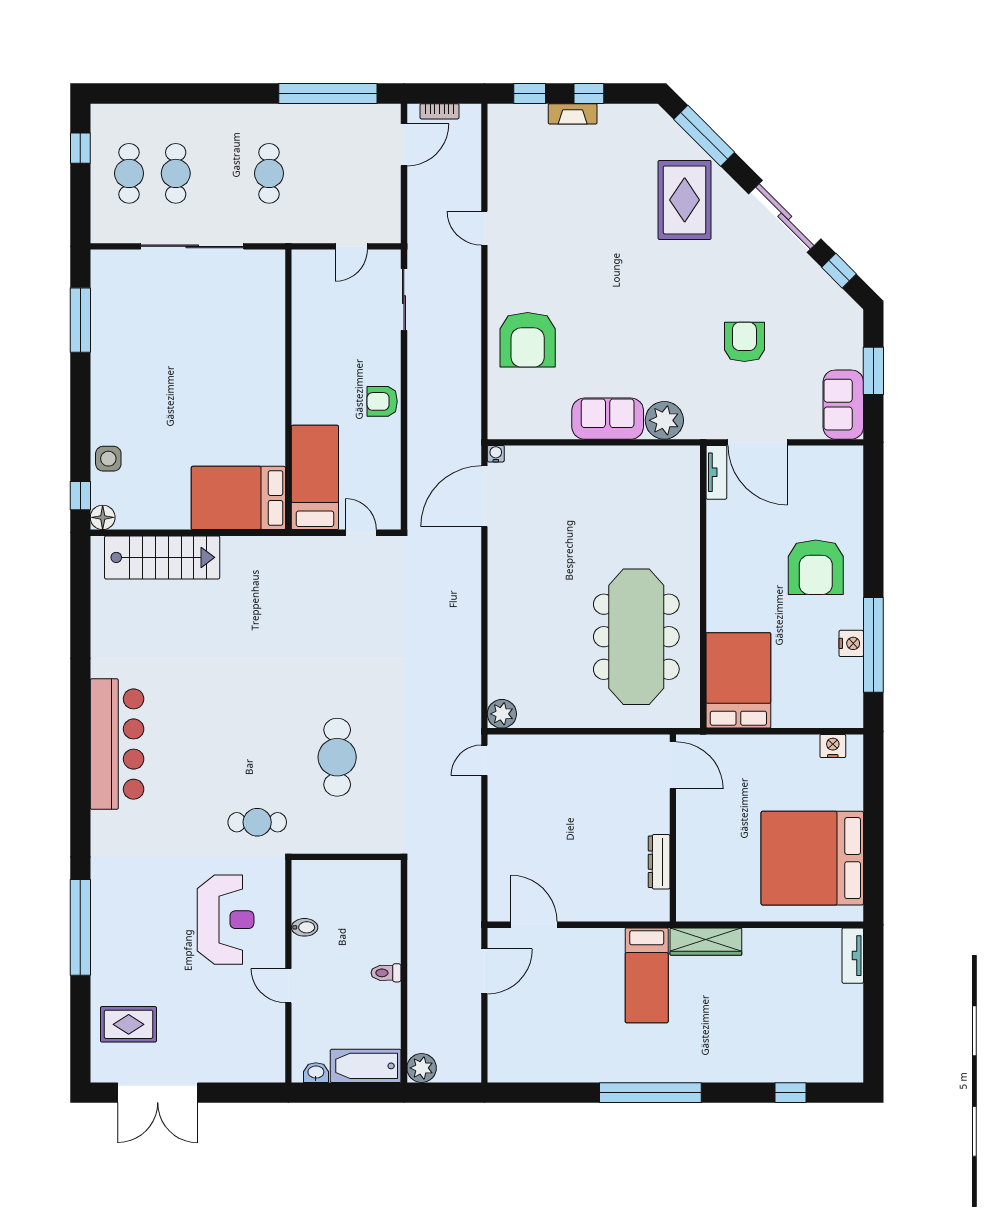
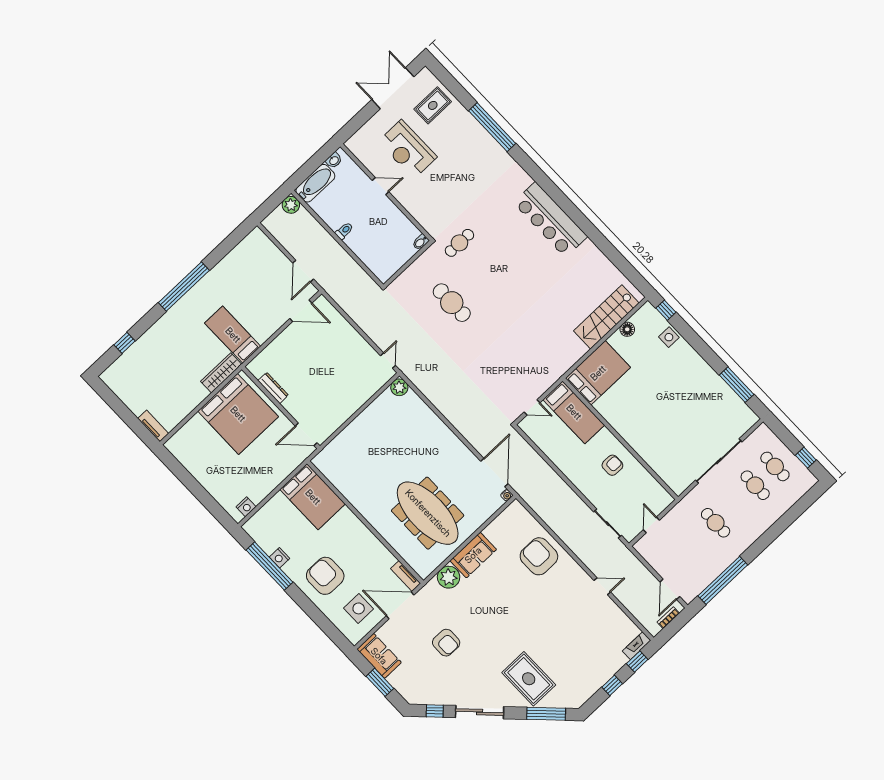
fireplace: (573, 114) -> (637, 646), moved
armchair: (382, 401) -> (612, 465), moved
side table: (813, 487) -> (359, 608), added
floor lamp: (103, 517) -> (627, 329), moved
meeting table: (636, 637) -> (428, 513), moved
bed: (812, 858) -> (238, 414), moved, turned 90
reception desk: (226, 920) -> (408, 149), moved
bidet: (305, 927) -> (421, 242), moved

